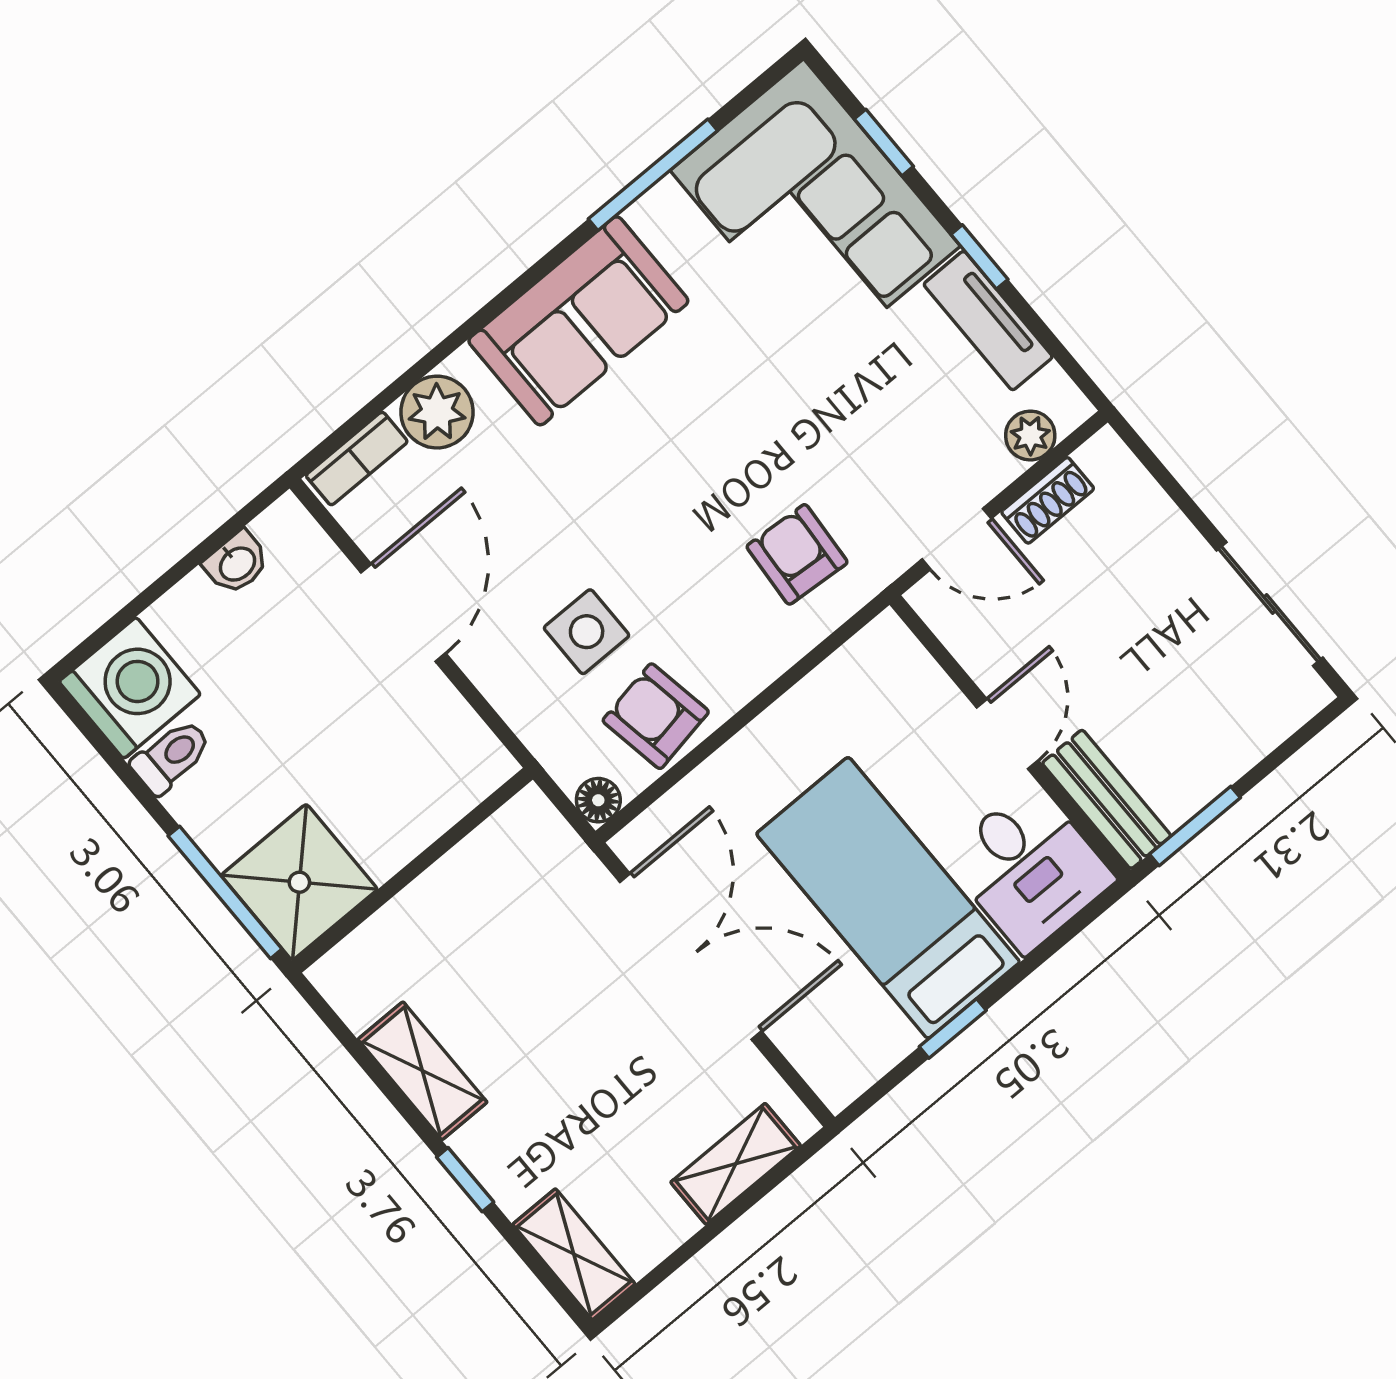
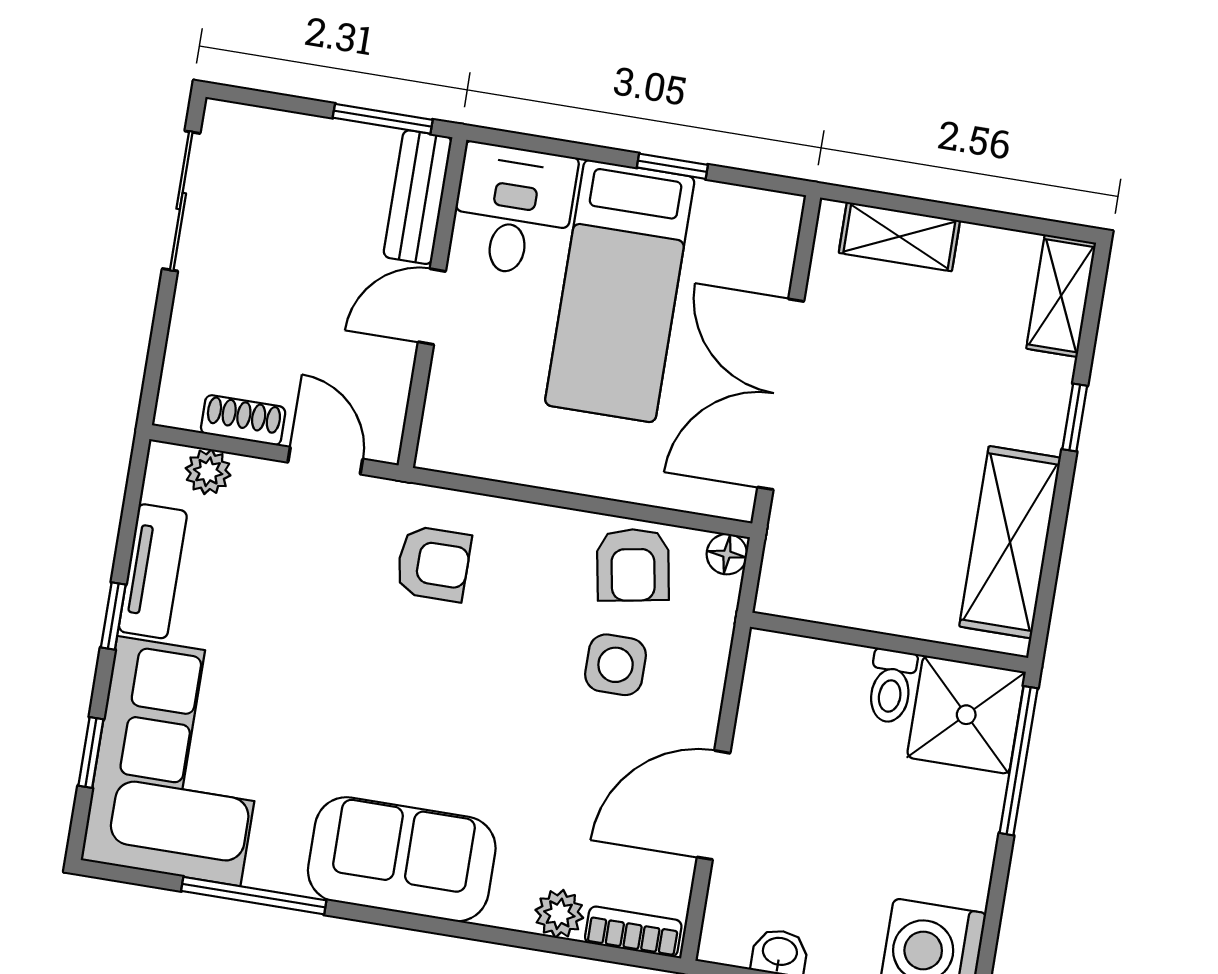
plant: (437, 412) -> (559, 914), width x0.73, depth x0.73
armchair: (797, 554) -> (433, 564), turned -94
toilet: (171, 756) -> (891, 686), moved, turned -90
shelving: (423, 1071) -> (1010, 542), width x1.50, depth x1.33

